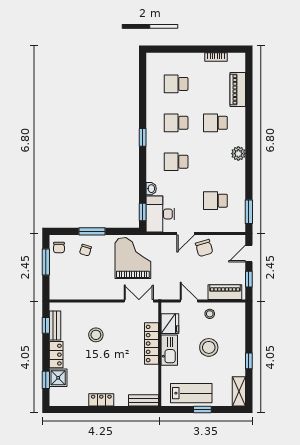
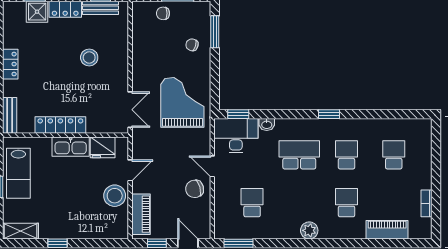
school desk: (176, 162) -> (299, 155), width x1.85
window: (92, 231) -> (215, 32), moved
chair: (59, 248) -> (163, 13), moved
grand piano: (133, 258) -> (182, 102), turned -90
stool: (210, 314) -> (115, 196), width x1.89, depth x1.89
locker: (152, 344) -> (60, 125), moved
stool: (209, 347) -> (74, 195), removed

